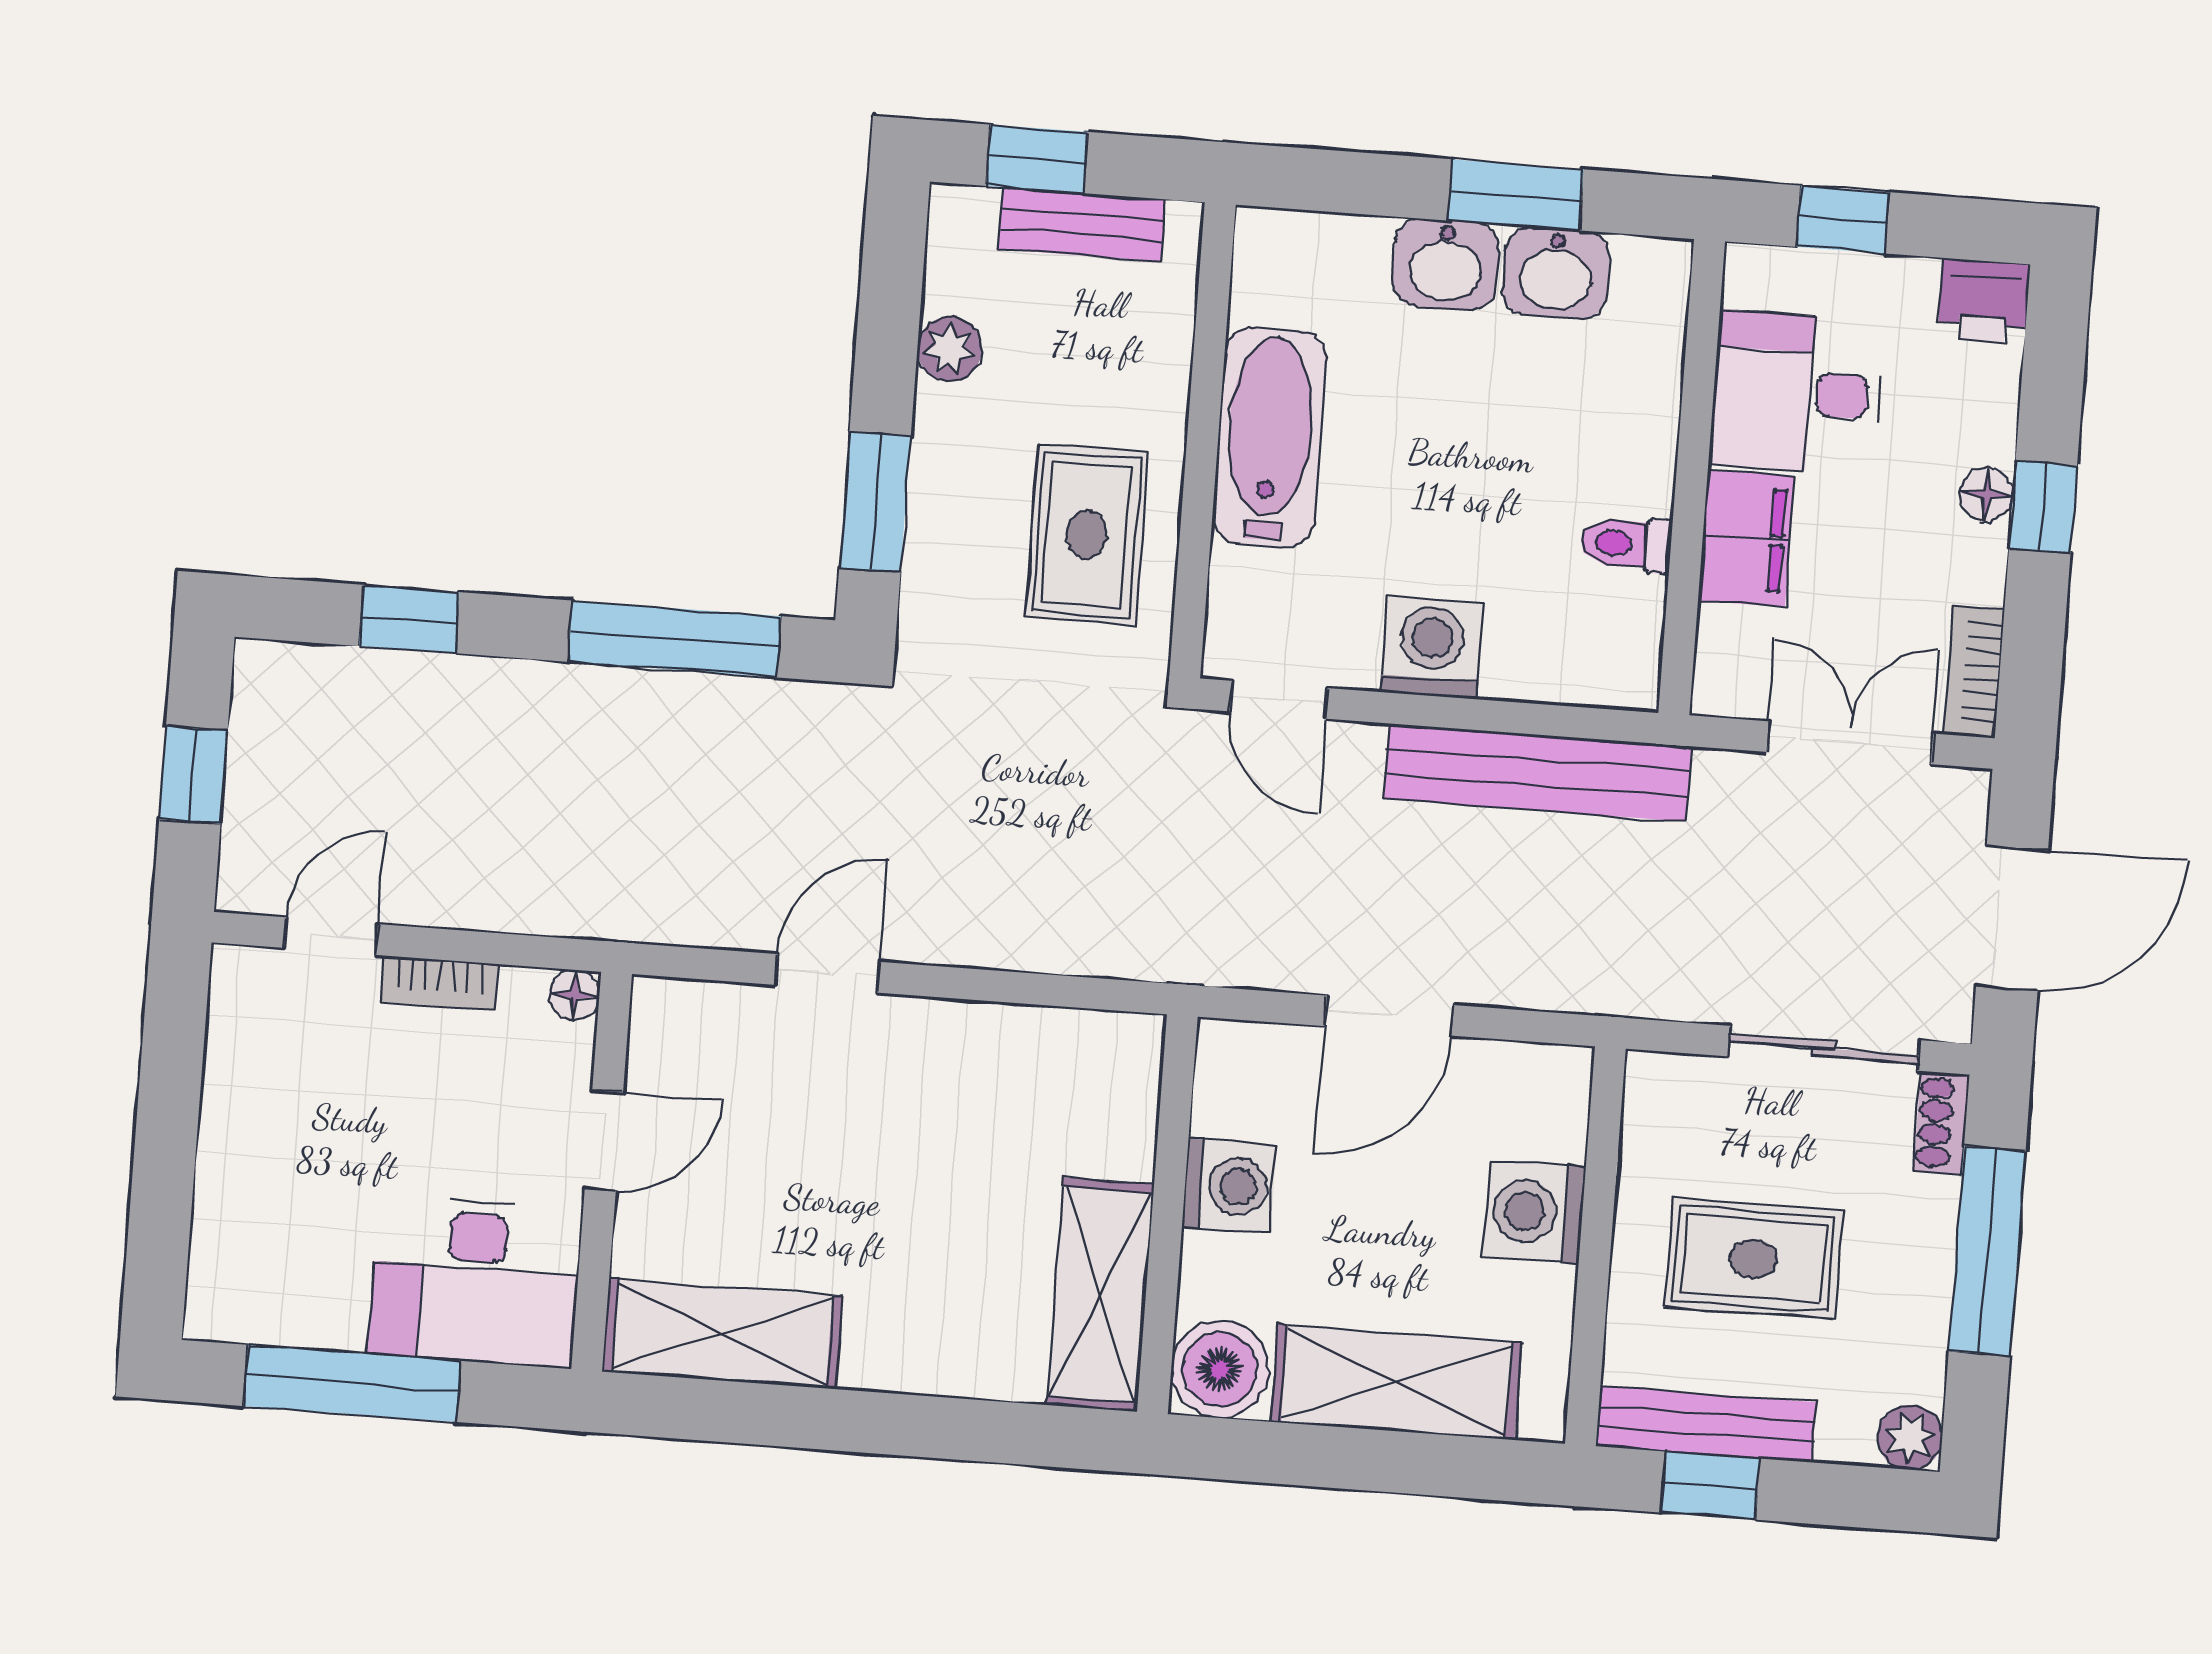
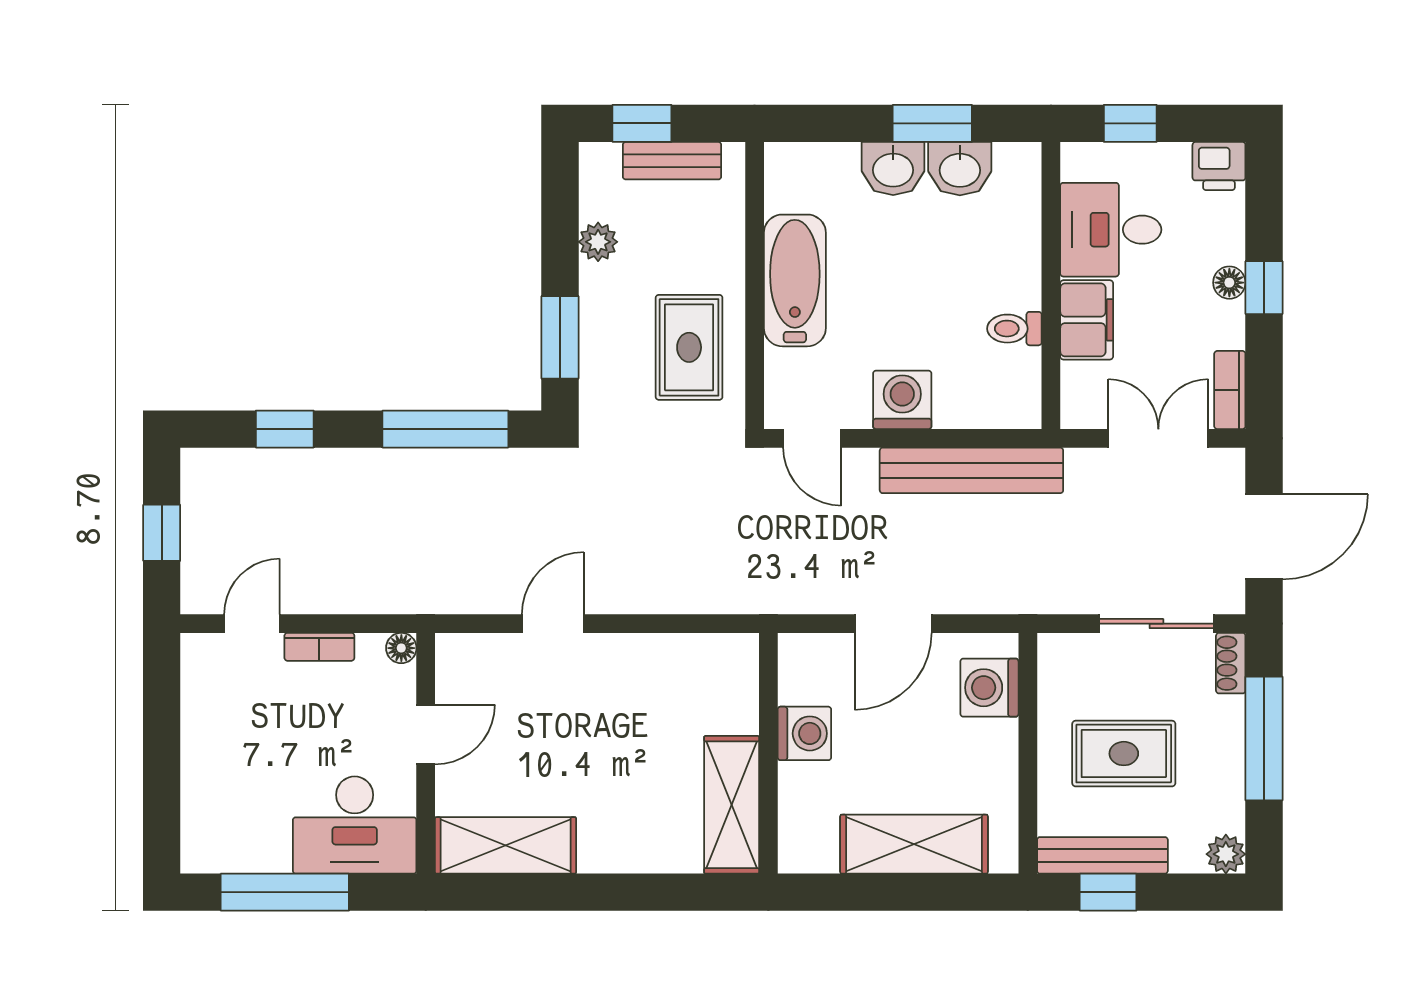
washing machine: (1534, 1212) -> (989, 688), moved
boiler: (1220, 1369) -> (807, 844), removed

